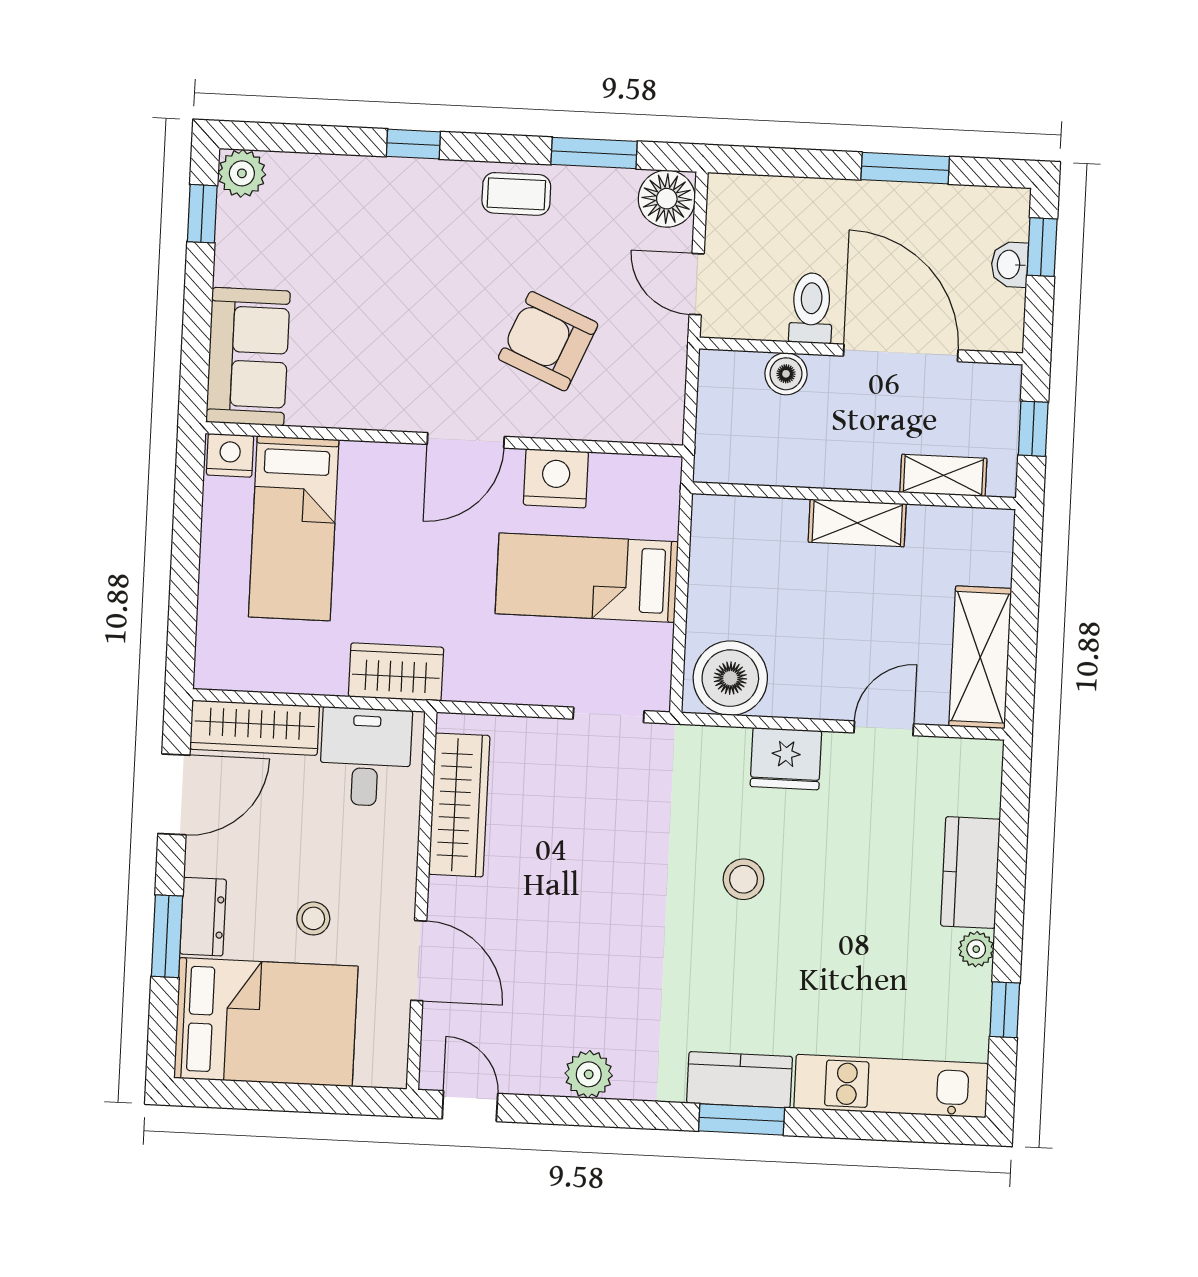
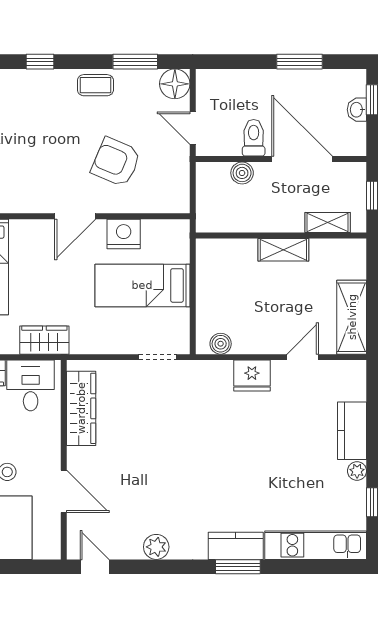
boiler: (730, 678) -> (221, 344), width x0.54, depth x0.54
stool: (743, 879) -> (233, 440), removed

